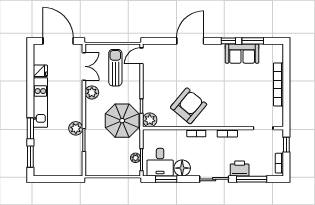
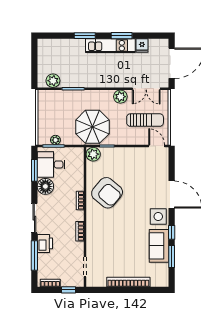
side table: (212, 54) -> (158, 217), added
plant: (76, 128) -> (53, 81), moved
window: (30, 157) -> (122, 36), moved

